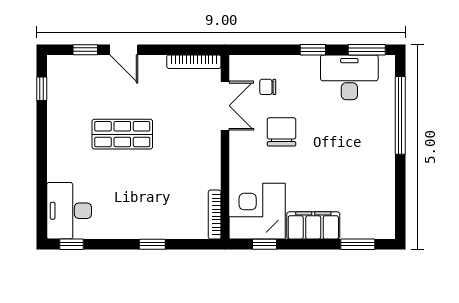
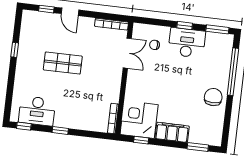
desk: (349, 77) -> (187, 43), moved
window: (42, 89) -> (15, 50), moved
chair: (281, 132) -> (213, 97), moved
desk: (69, 211) -> (37, 111), moved, turned -90
window: (152, 244) -> (60, 131), moved

